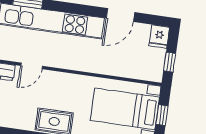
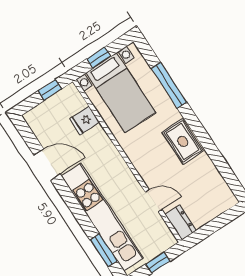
fridge: (159, 36) -> (85, 121), moved, turned 180

